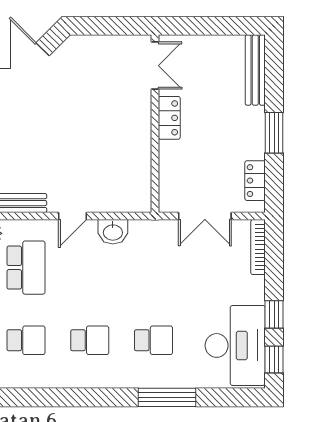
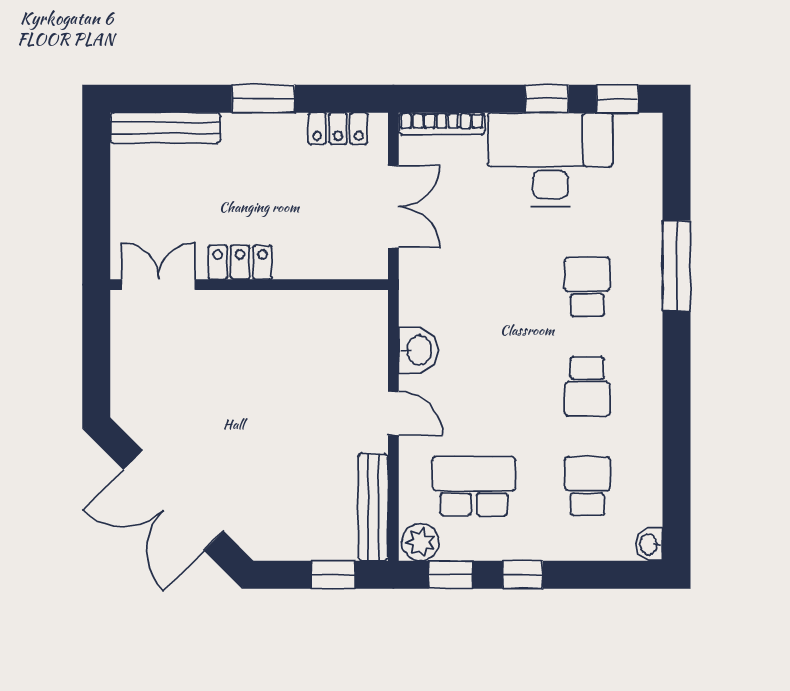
school desk: (90, 340) -> (587, 386), turned 180
desk: (235, 345) -> (550, 159), moved

